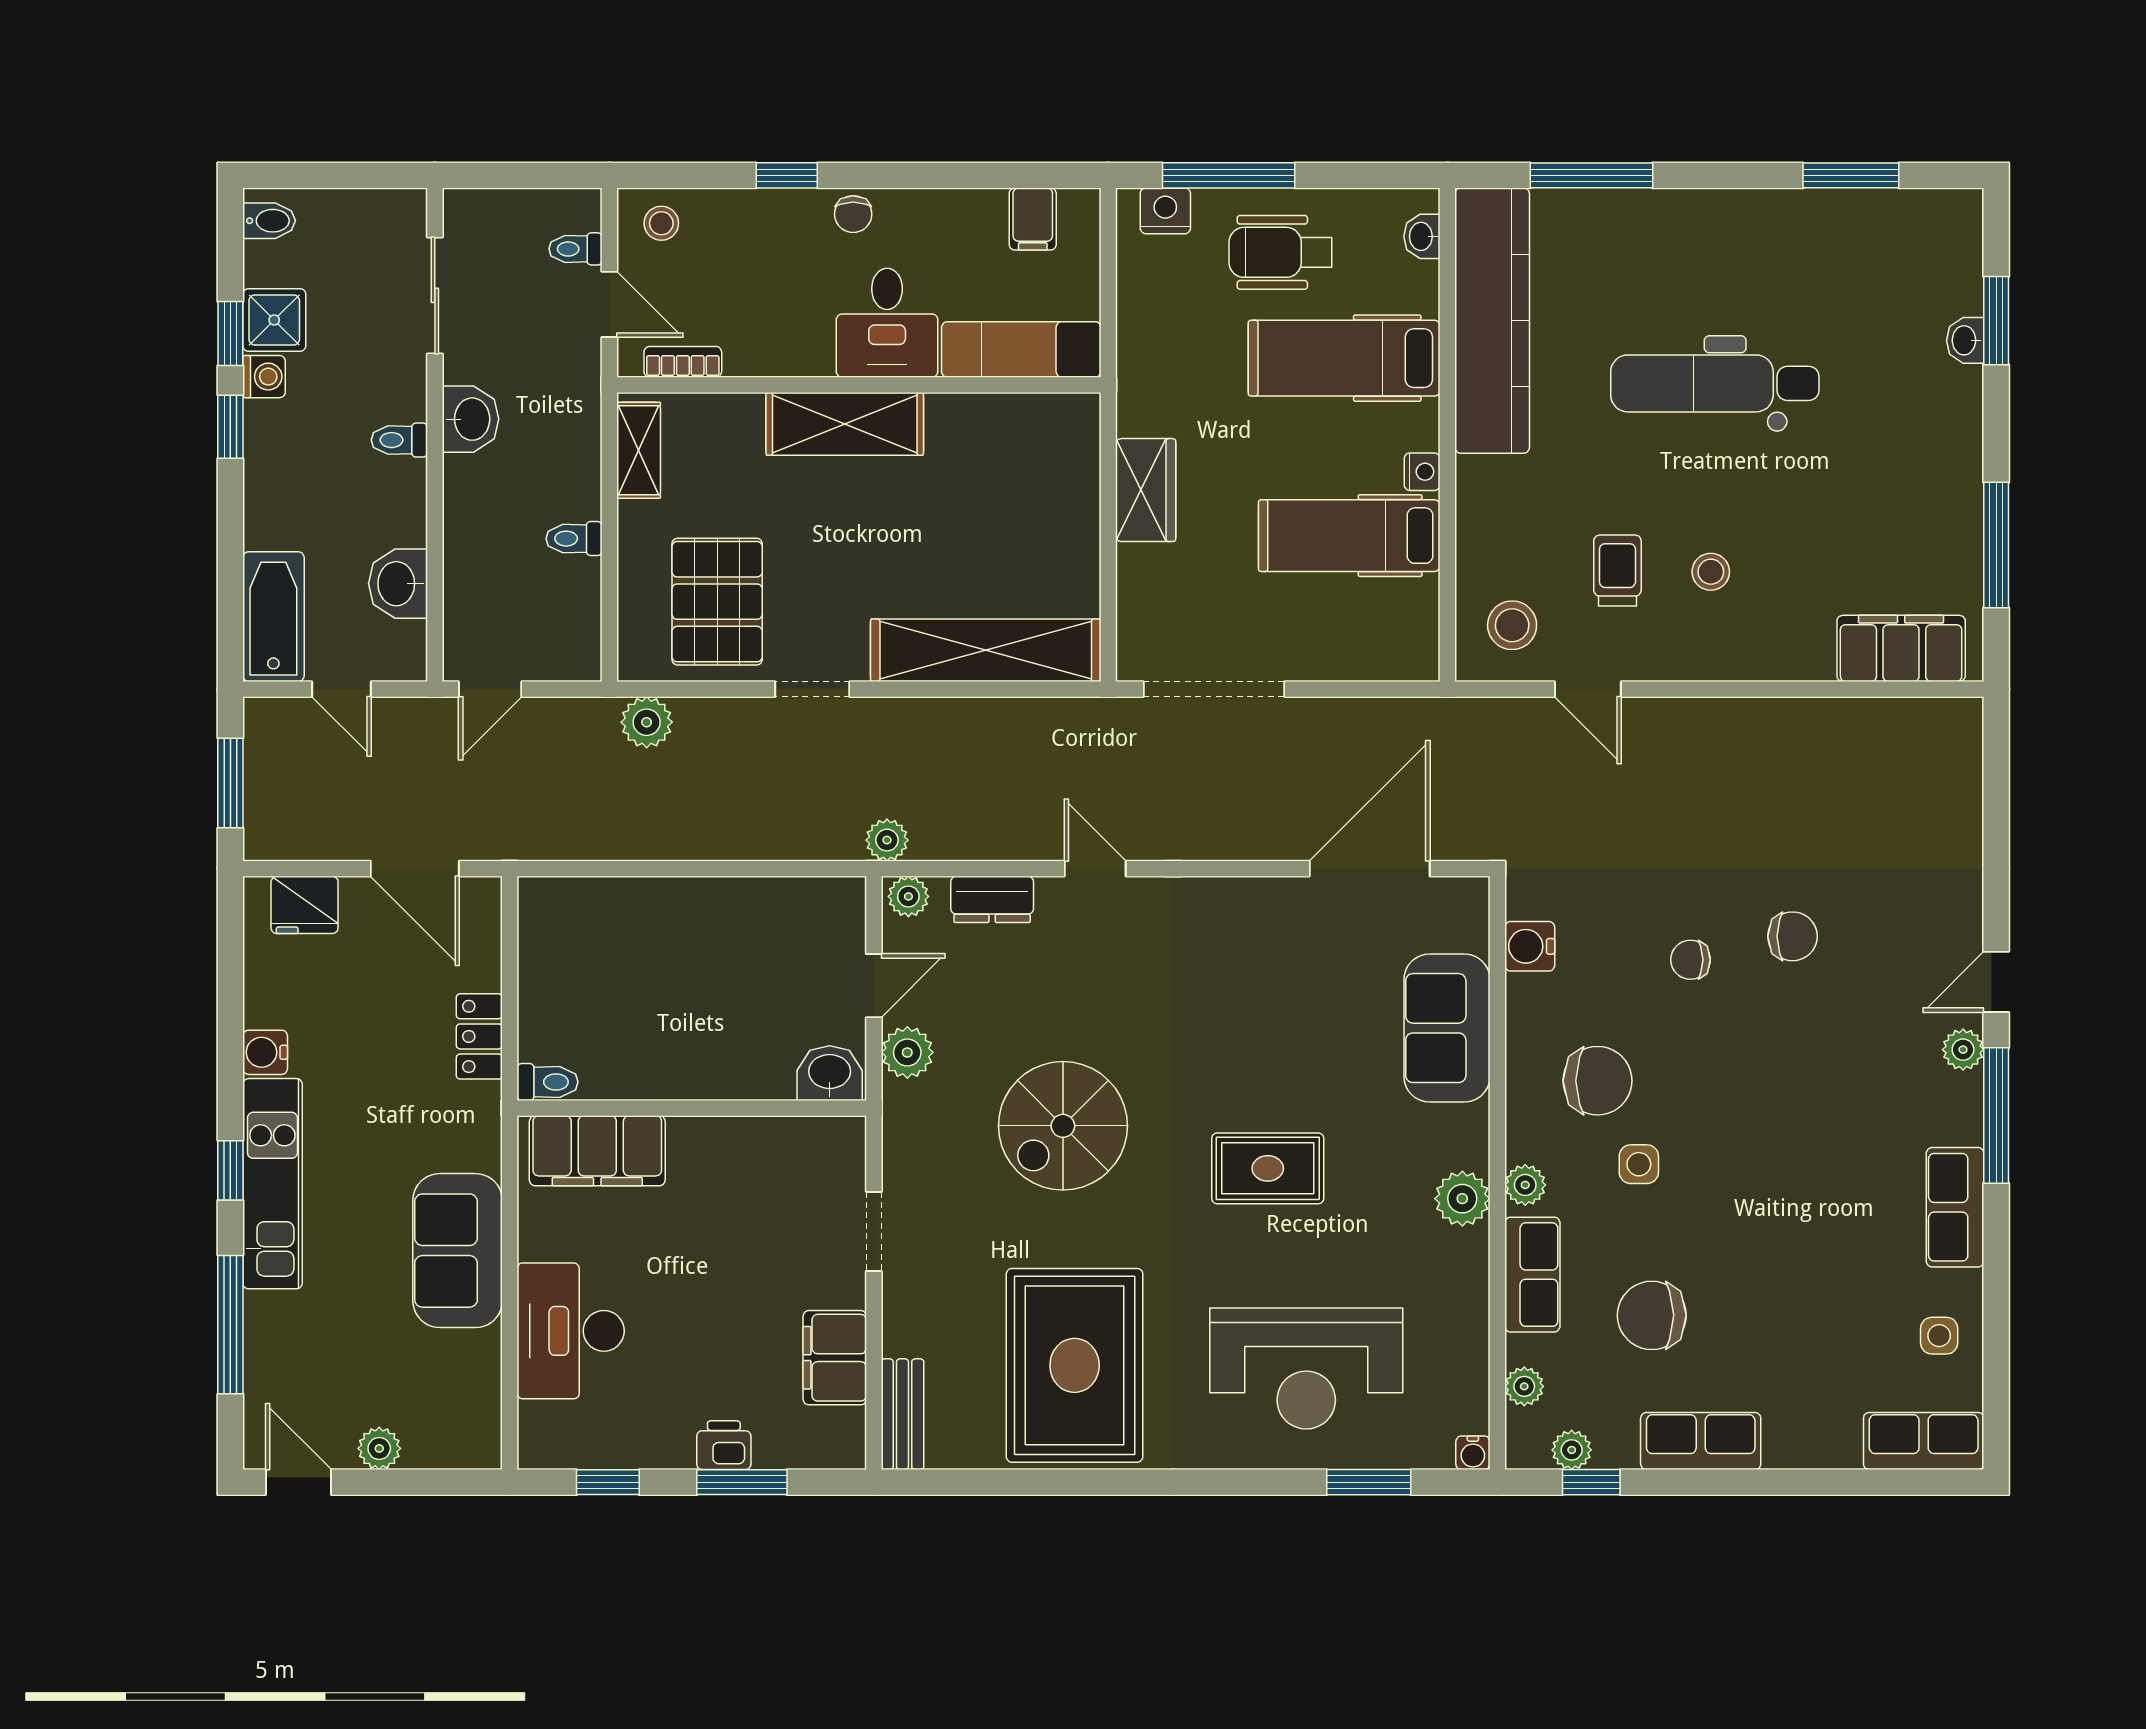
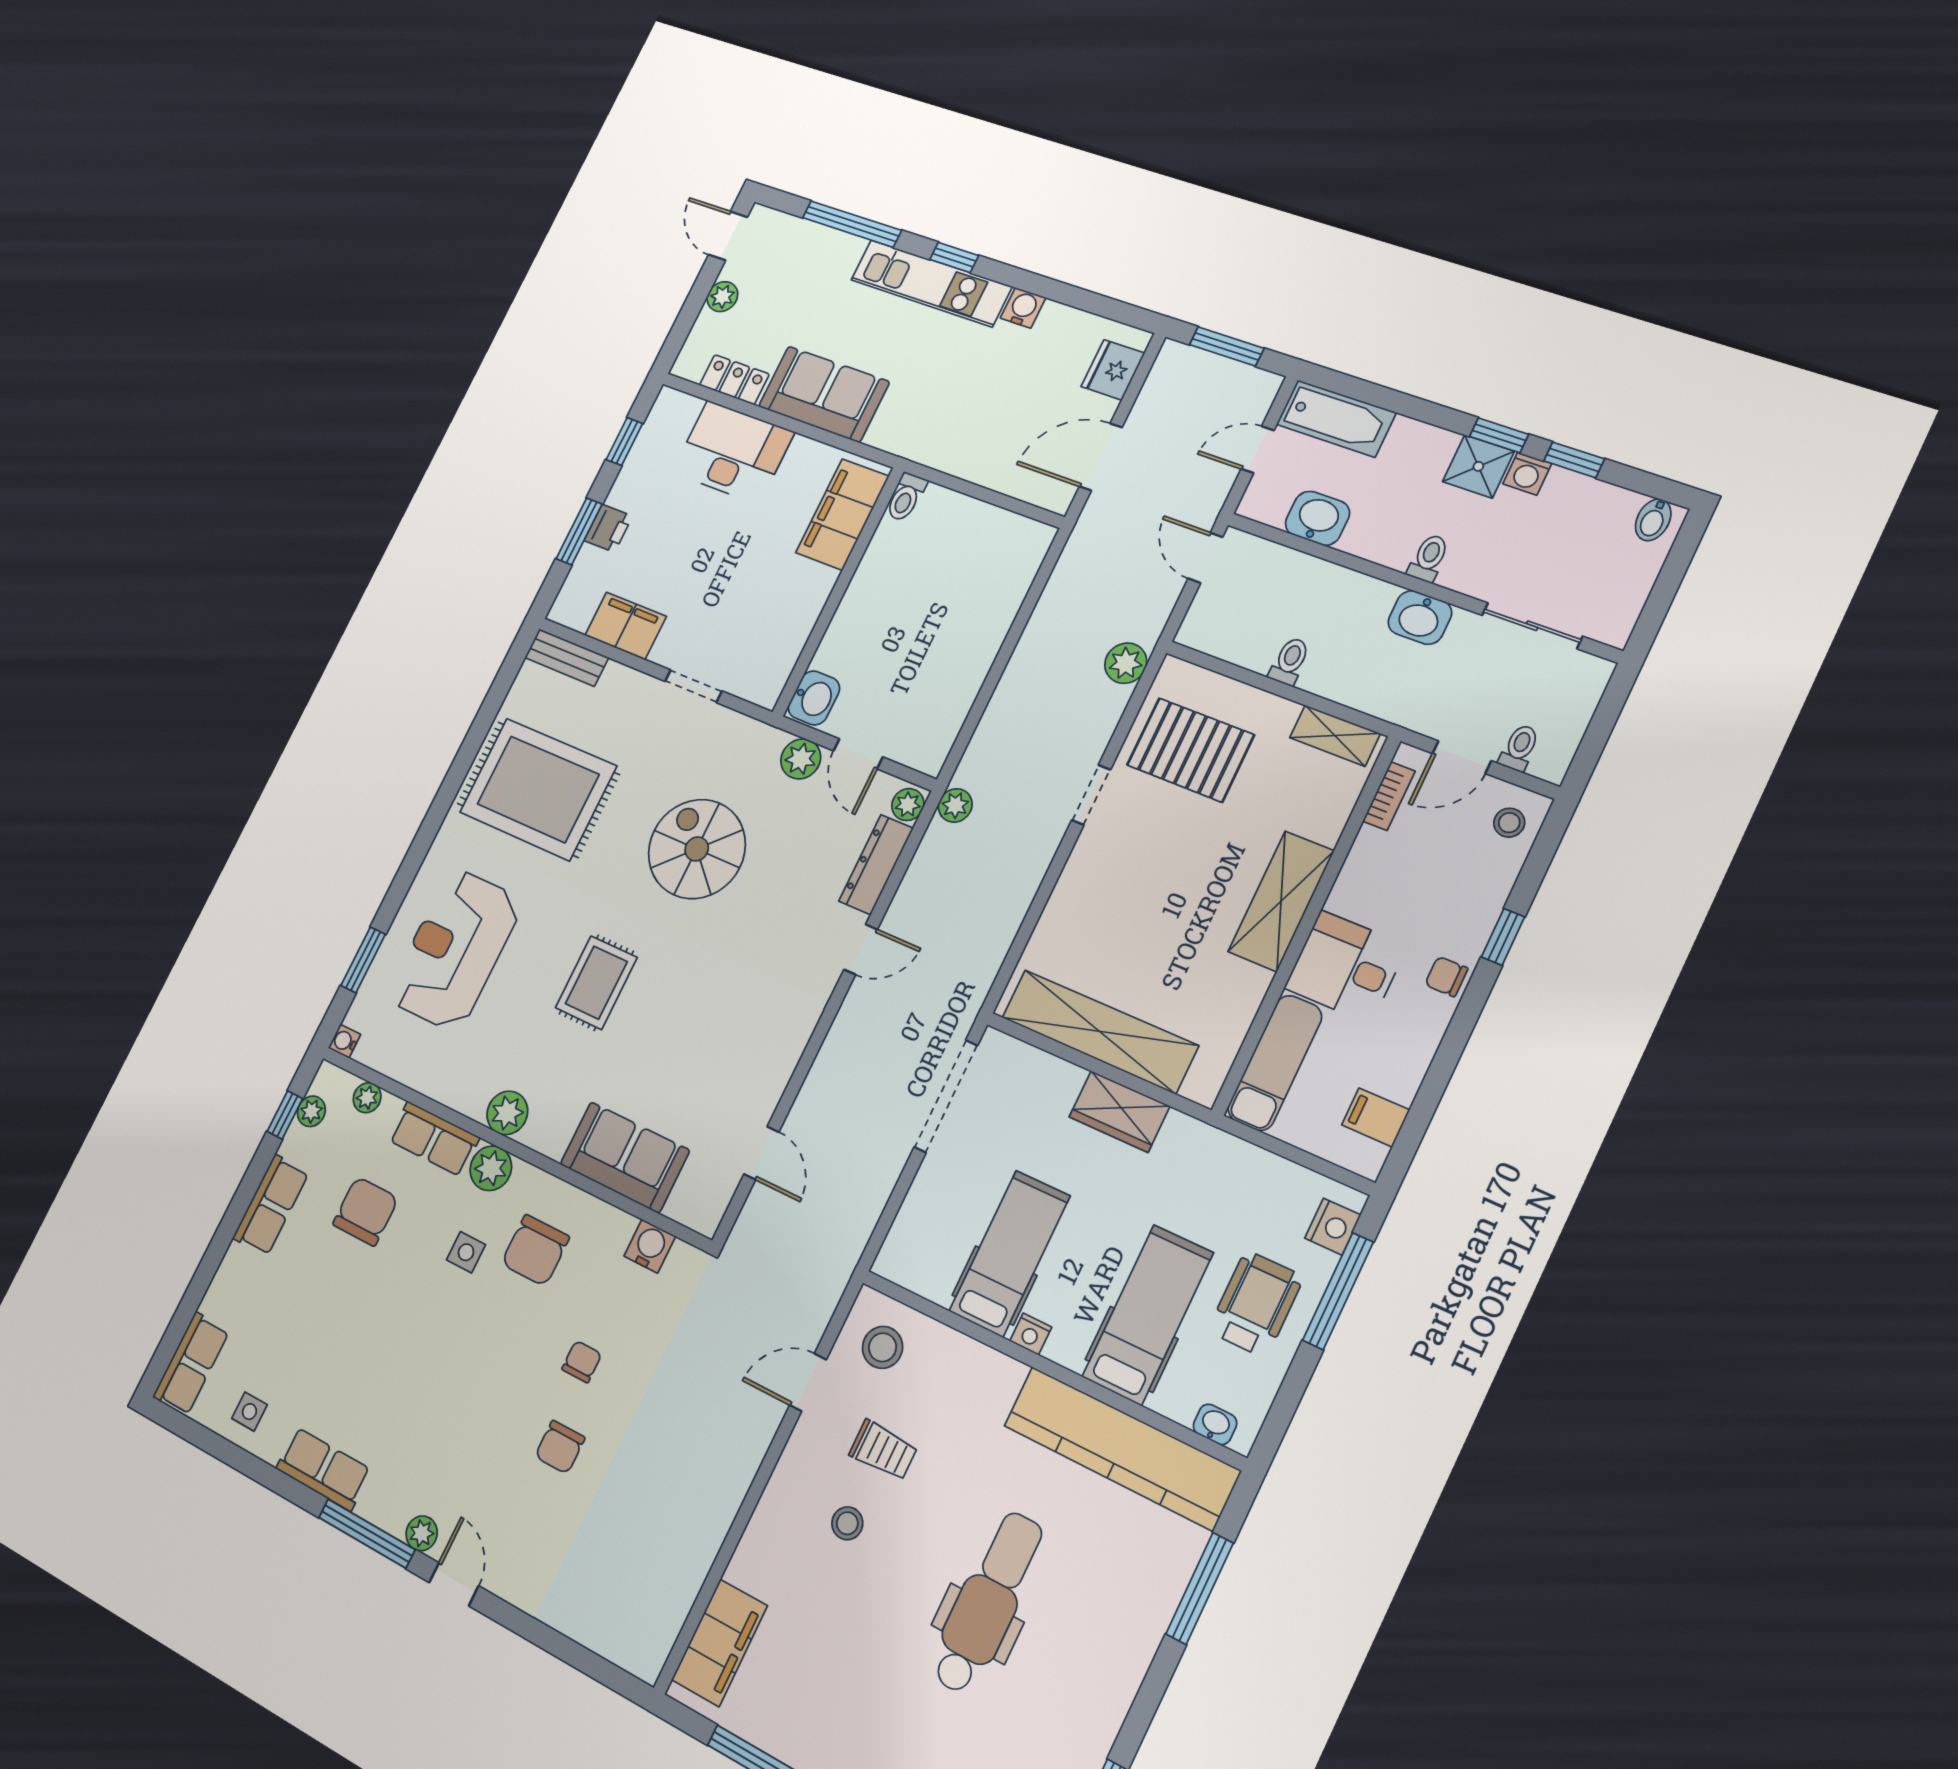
shower: (274, 320) -> (1478, 466), moved
shelving: (986, 650) -> (1099, 1031), moved, turned 90
door: (1370, 869) -> (761, 1153), width x0.53
dresser: (992, 899) -> (876, 865), width x1.44
locker: (479, 1036) -> (734, 380), moved
plant: (1525, 1185) -> (491, 1168), width x1.38, depth x1.38
door: (298, 1482) -> (728, 236), swing flipped

